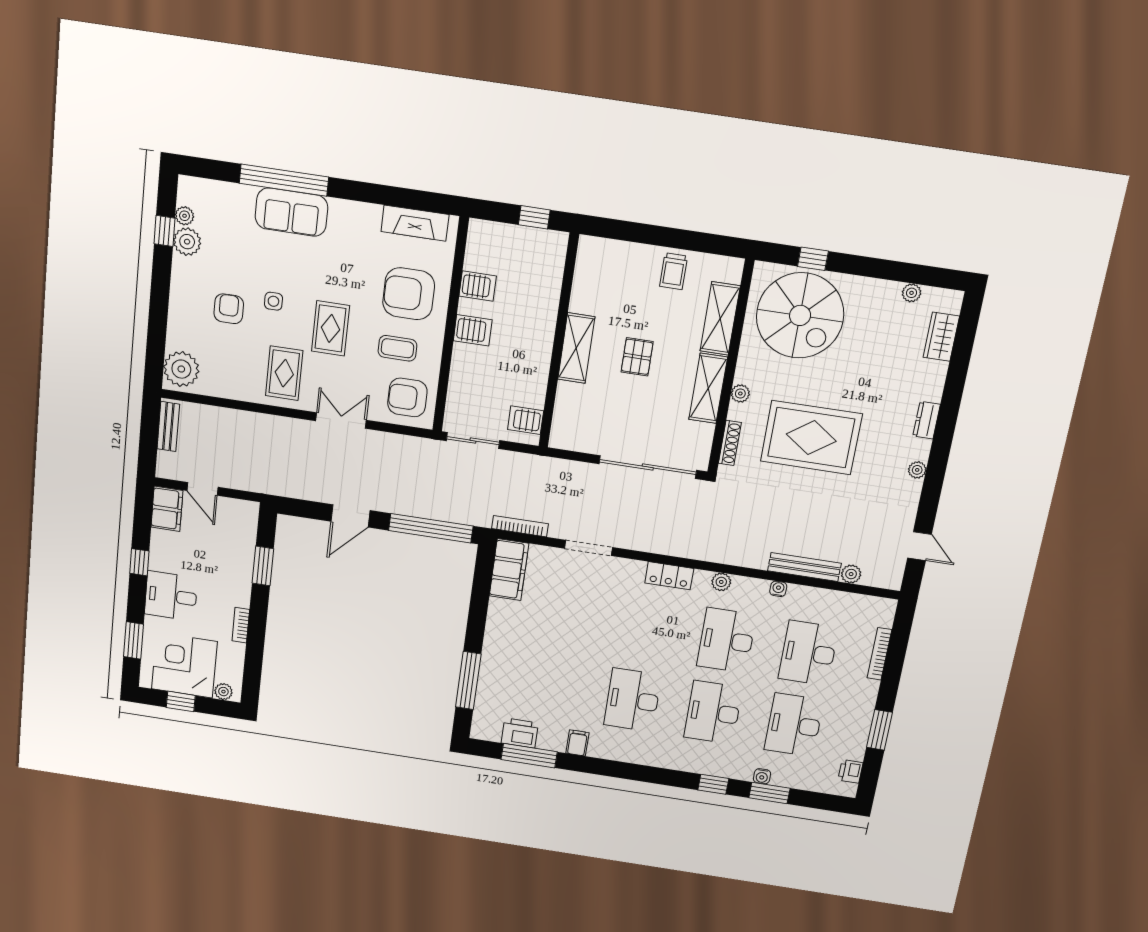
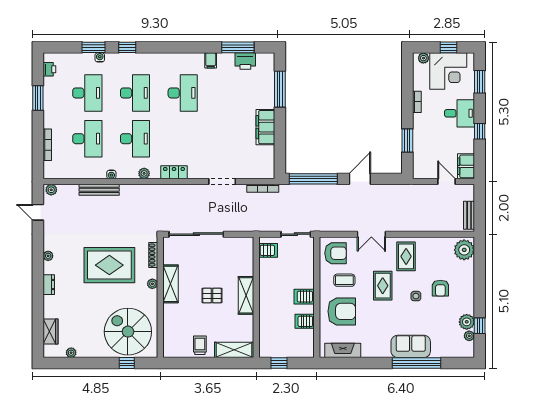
shelving: (720, 319) -> (234, 350), moved, turned 90
pallet: (637, 357) -> (212, 296), turned 90
filing cabinet: (509, 570) -> (265, 127), moved
plant: (851, 574) -> (51, 190), moved

